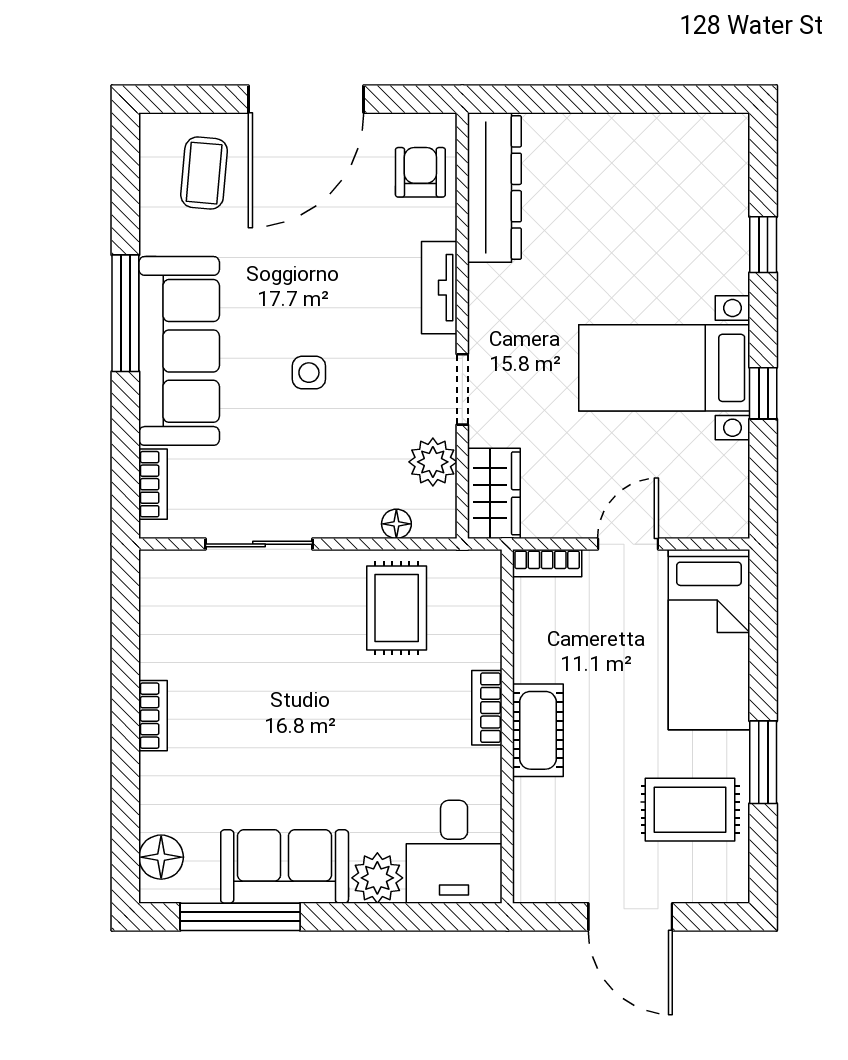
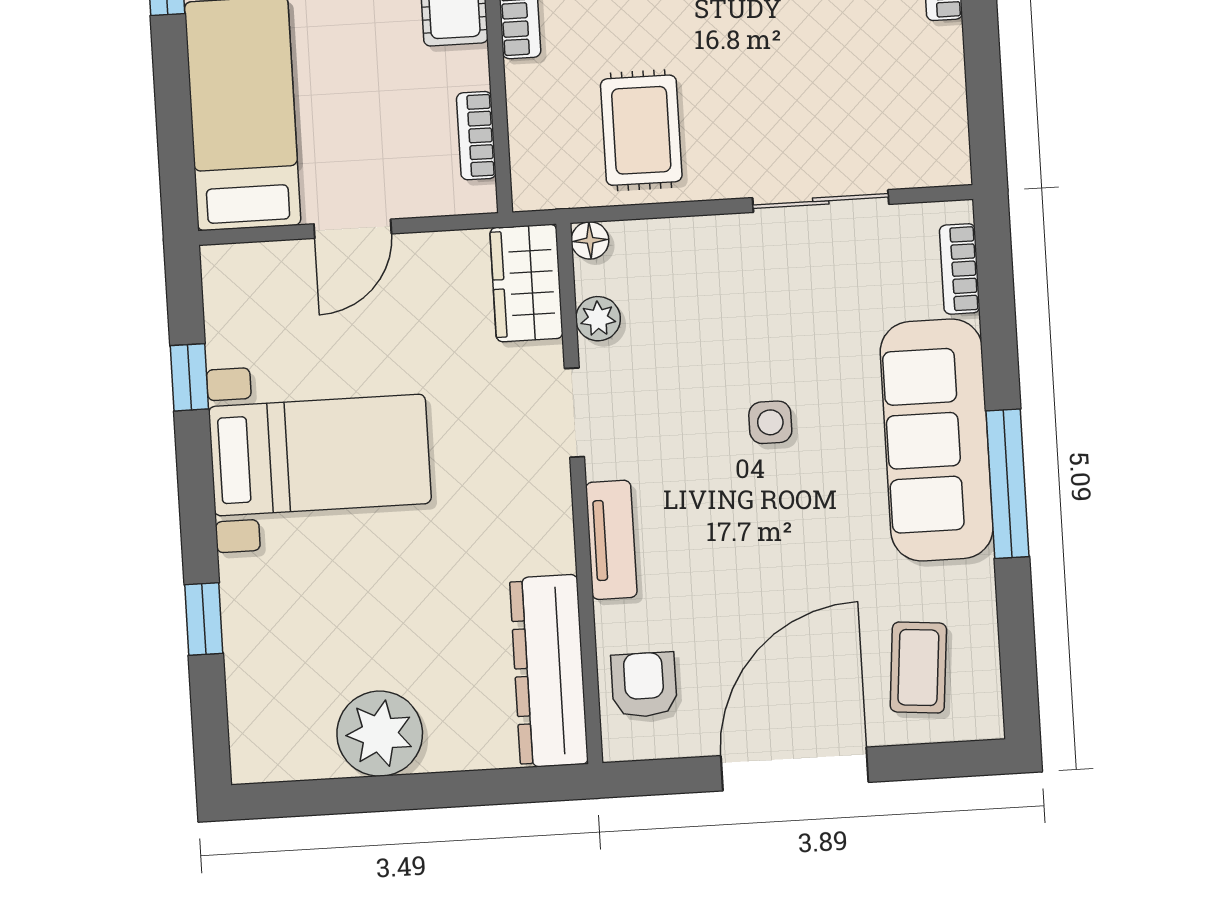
plant: (630, 146) -> (380, 734), added
armchair: (420, 172) -> (644, 685), turned 180
window: (763, 393) -> (189, 377), moved
plant: (433, 462) -> (598, 319), width x0.73, depth x0.73
floor lamp: (396, 524) -> (590, 240), moved
bookcase: (547, 563) -> (476, 136), moved, turned -90

